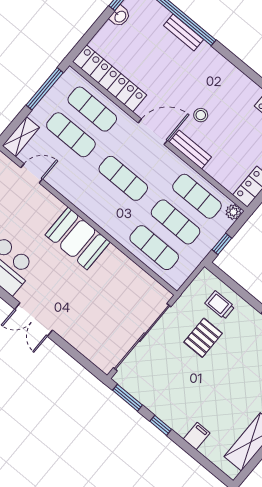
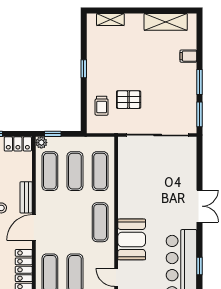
door: (153, 132) -> (34, 228), hinge flipped
exercise mat: (123, 178) -> (100, 222), moved
booth: (78, 238) -> (132, 239), moved
window: (222, 244) -> (53, 134), moved
window: (161, 425) -> (199, 82), width x1.50

